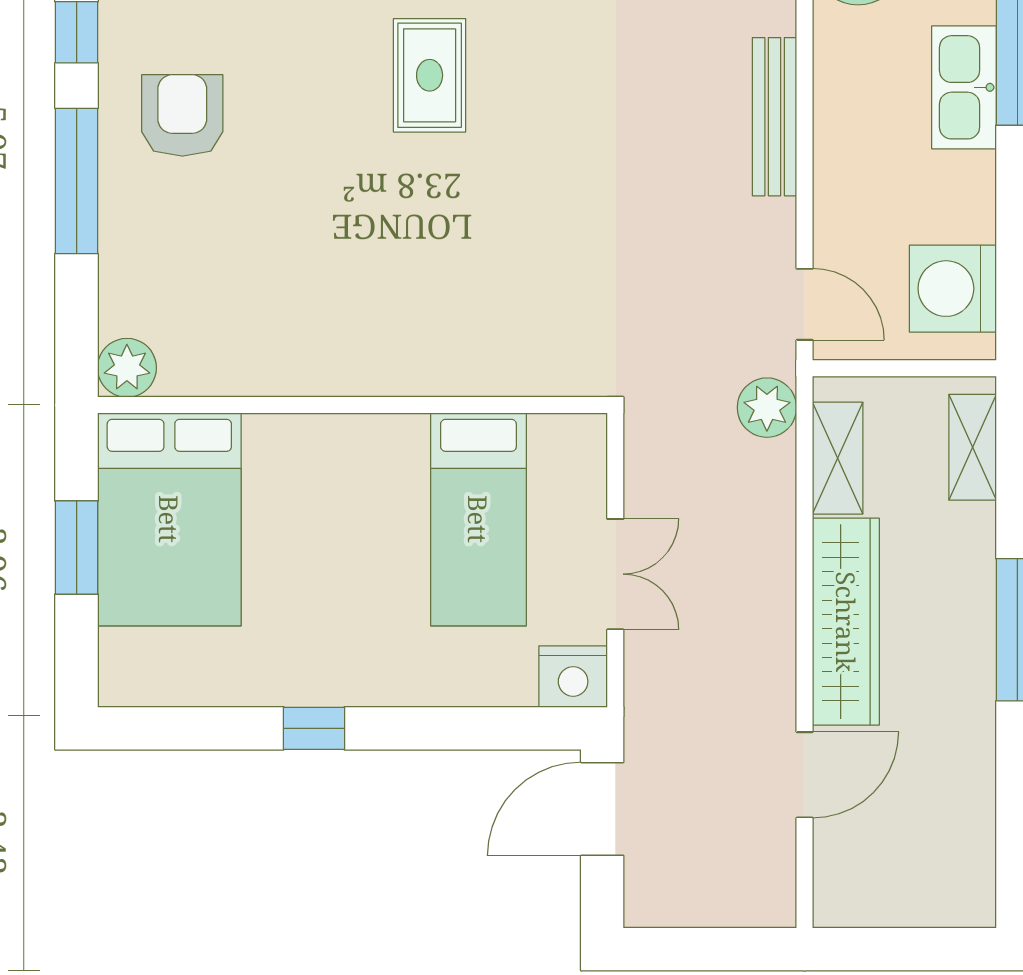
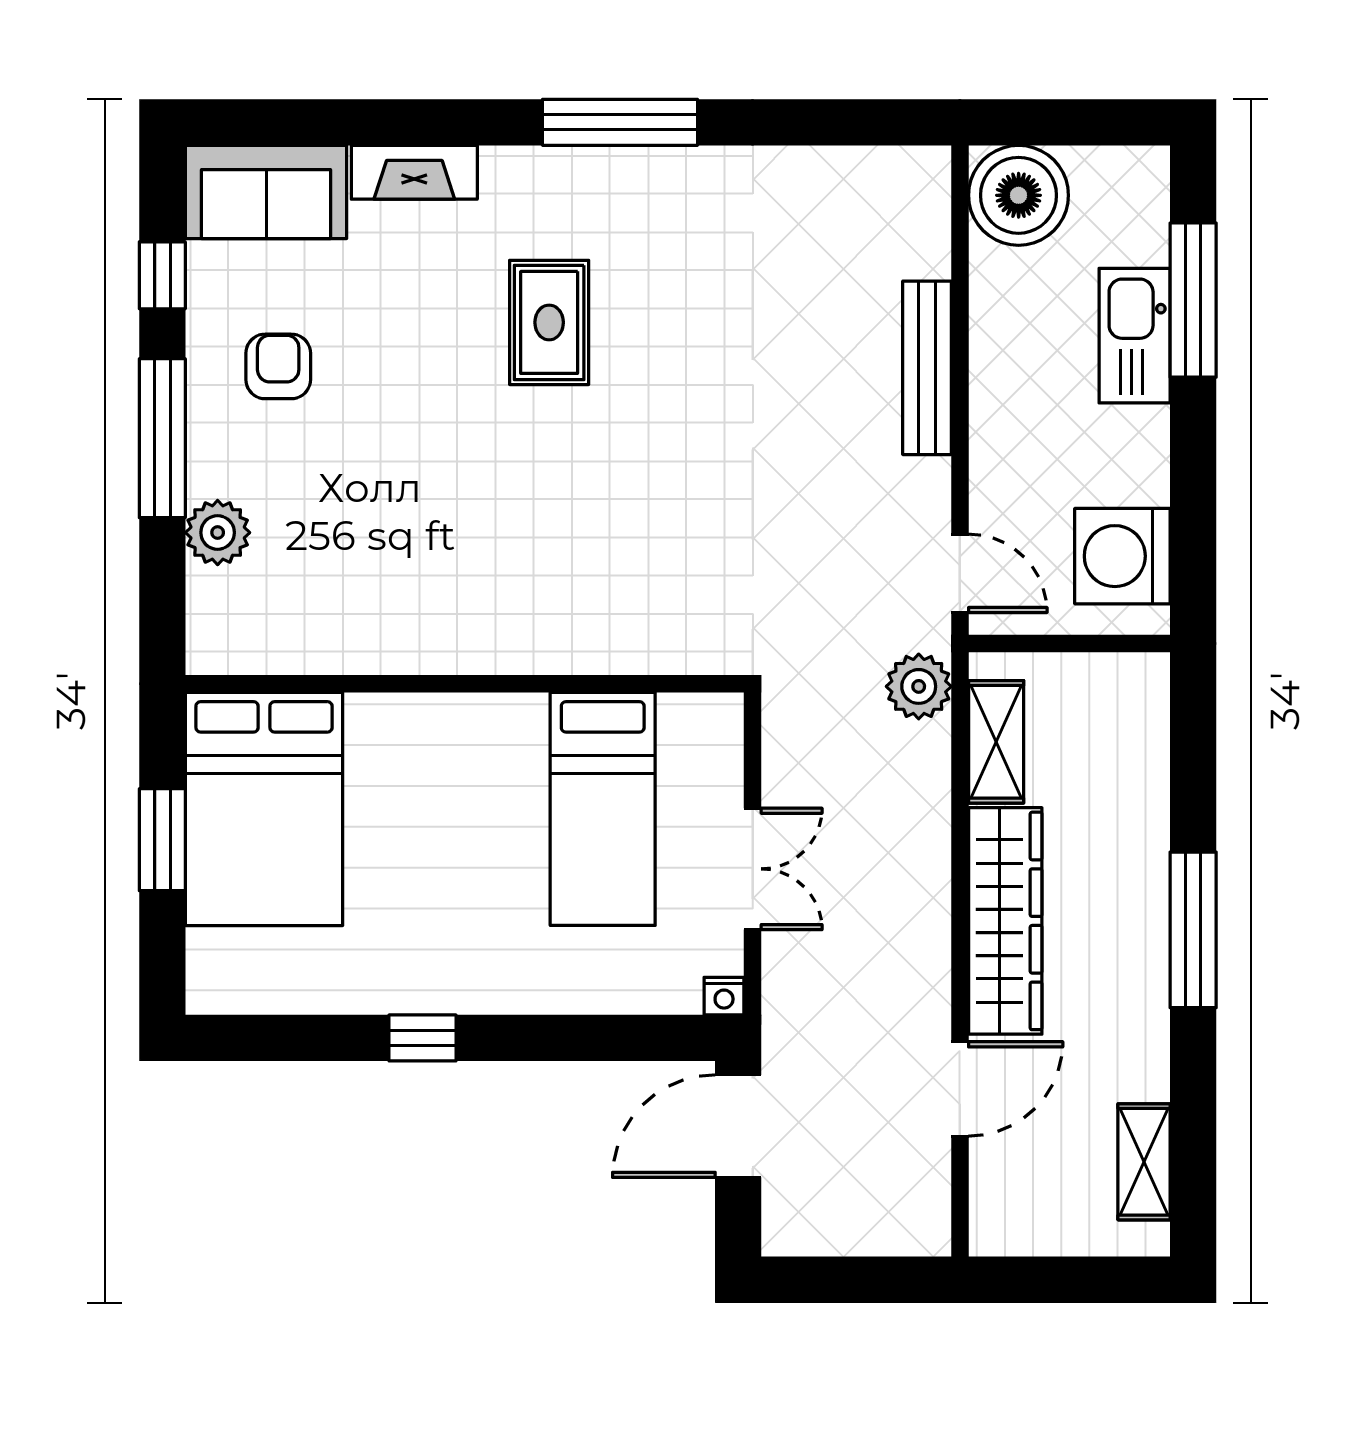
armchair: (182, 115) -> (278, 366), width x0.72, depth x0.72
plant: (127, 368) -> (218, 533), moved
shelving: (973, 447) -> (1144, 1162), moved
nightstand: (573, 677) -> (724, 996), width x0.53, depth x0.56

